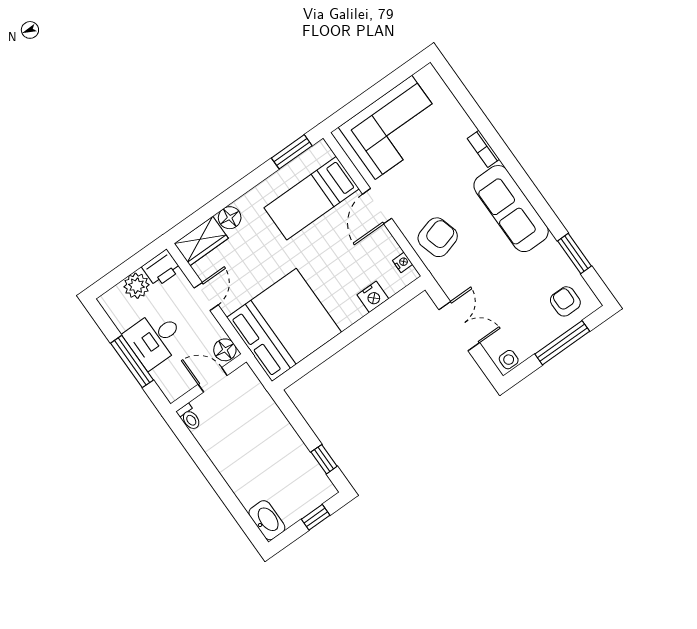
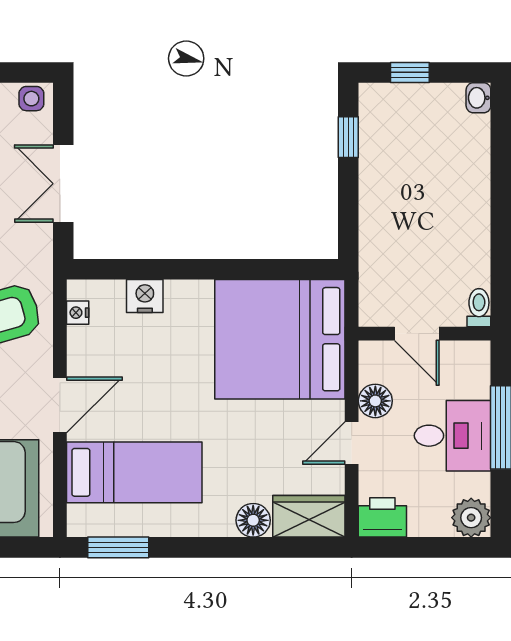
plant: (137, 286) -> (471, 518), moved
floor lamp: (225, 350) -> (375, 401), moved
washbasin: (267, 520) -> (478, 98), width x0.52, depth x0.69

